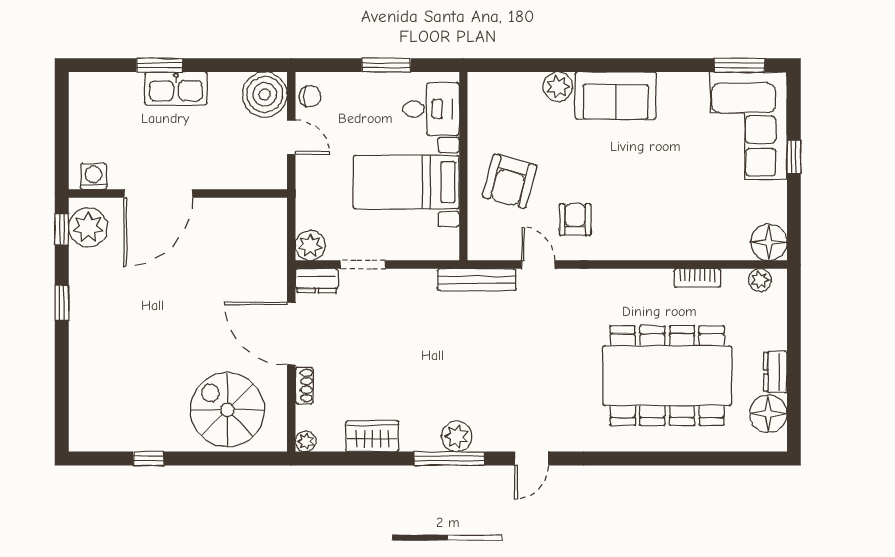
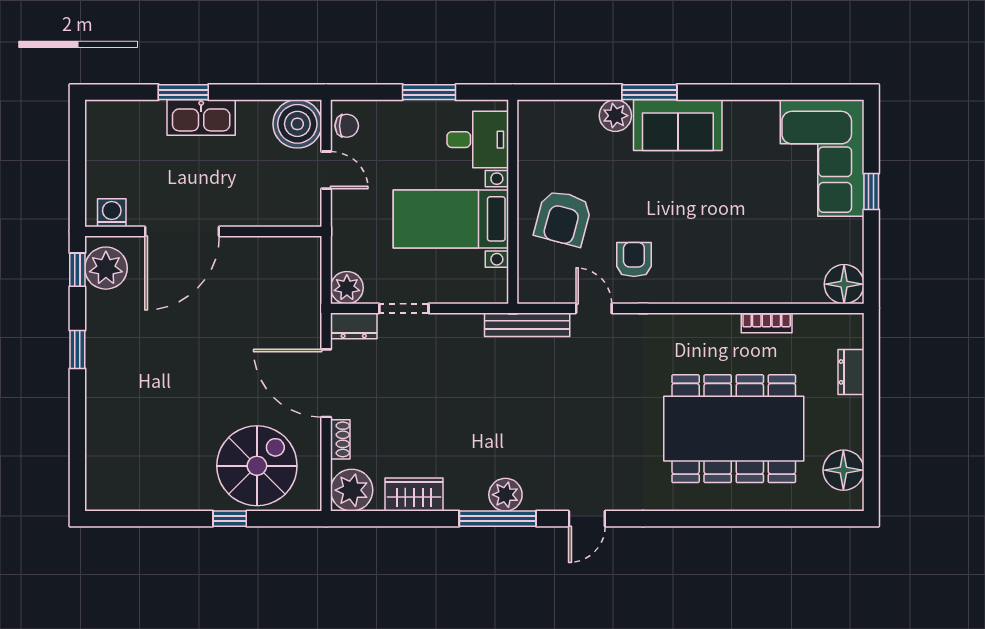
window: (739, 65) -> (649, 92), moved
plant: (760, 280) -> (834, 325), removed
dresser: (775, 372) -> (851, 372), moved
spiral stairs: (227, 410) -> (257, 466), turned 90
plant: (306, 441) -> (352, 490), width x1.87, depth x1.87
window: (148, 459) -> (230, 519), moved

